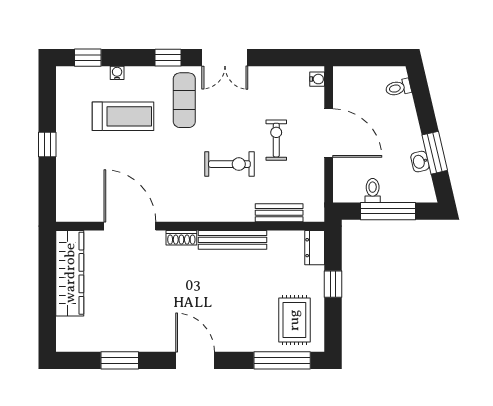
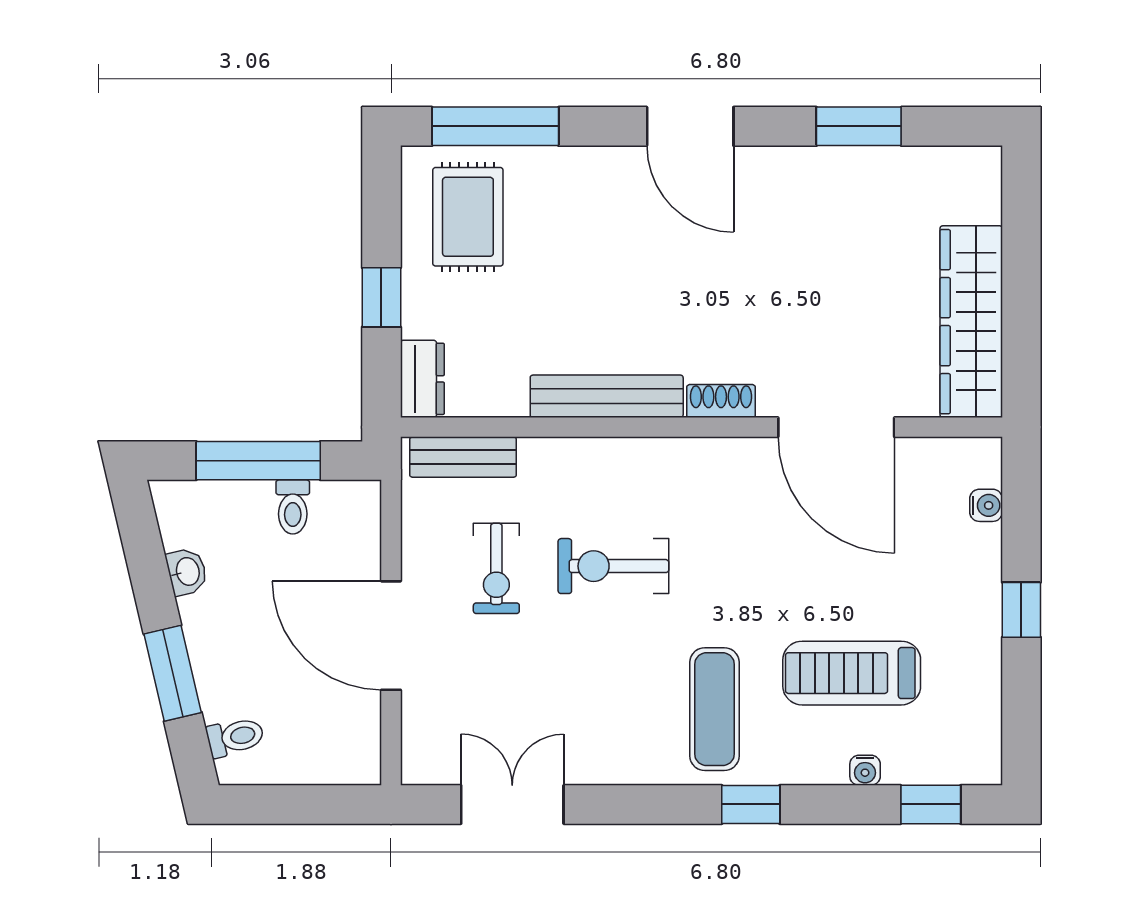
double door: (225, 58) -> (512, 804), moved
water cooler: (317, 79) -> (986, 505), moved, turned 180
exercise bike: (276, 140) -> (496, 568), moved
window: (435, 153) -> (173, 673), moved
bench: (279, 213) -> (463, 457), moved

